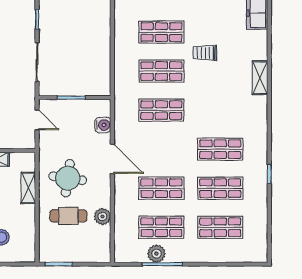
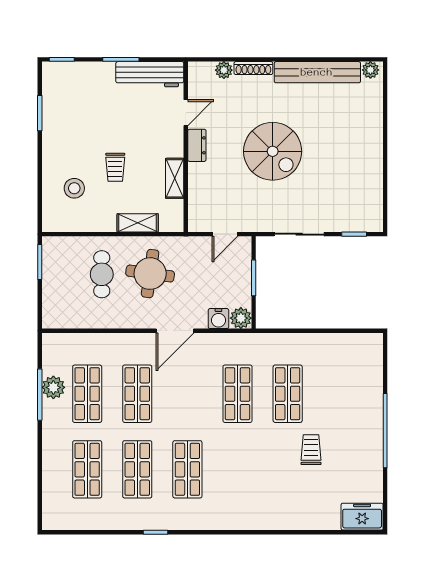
shop shelf: (161, 32) -> (338, 394), removed
shelving: (260, 78) -> (279, 520), removed
plant: (102, 216) -> (241, 318), moved

